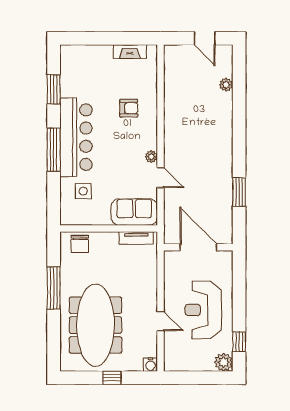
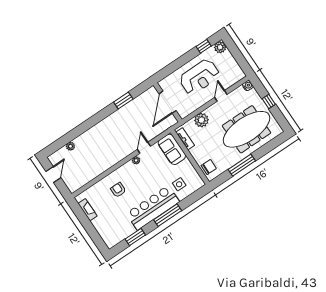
plant: (146, 275) -> (201, 120), added

